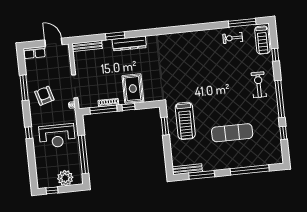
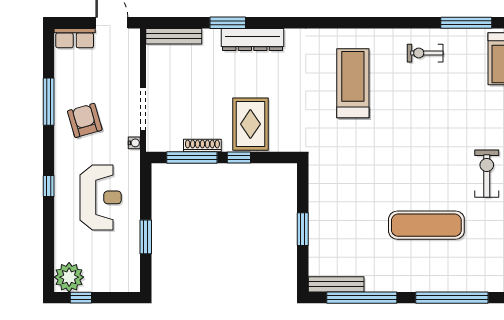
exercise bike: (233, 38) -> (425, 53), moved
exercise bike: (259, 85) -> (487, 174), moved
treadmill: (185, 121) -> (353, 83), moved, turned 180
window: (165, 126) -> (303, 229), moved
reception desk: (57, 136) -> (101, 197), turned -90
window: (83, 154) -> (146, 237), width x0.47
window: (202, 175) -> (362, 298), width x1.46
plant: (65, 178) -> (69, 277), moved

